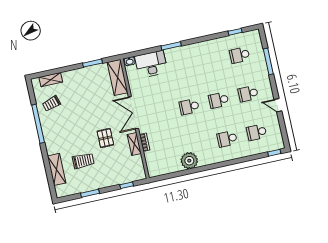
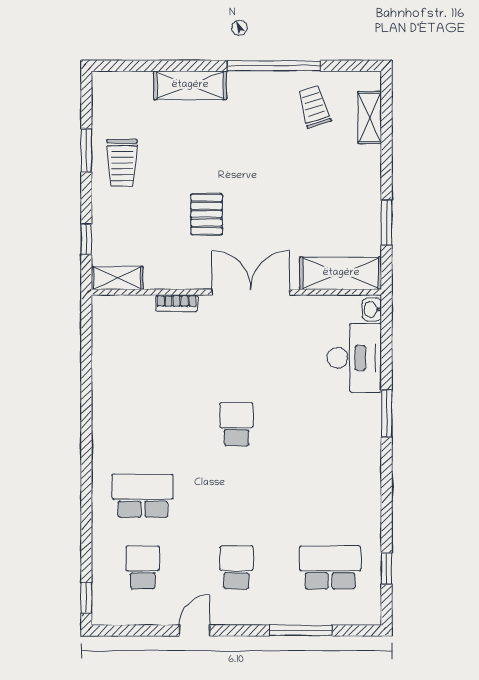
school desk: (240, 55) -> (330, 567), width x1.85
school desk: (219, 100) -> (236, 496), removed
pallet: (105, 138) -> (207, 214), turned 90
school desk: (227, 139) -> (143, 496), width x1.85
shelving: (134, 144) -> (117, 278), moved
trolley: (83, 161) -> (122, 163), moved
plant: (189, 161) -> (111, 397), removed
shelving: (57, 169) -> (190, 85), moved

